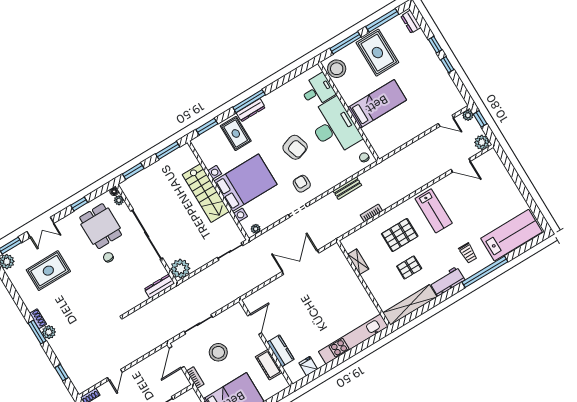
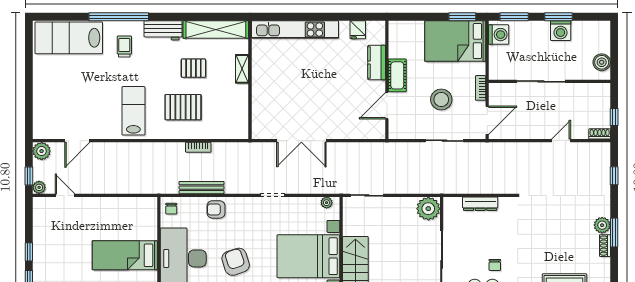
door: (461, 165) -> (77, 141), swing flipped
armchair: (302, 184) -> (216, 209), moved, turned 90
bench: (347, 188) -> (202, 188), width x1.36
shelving: (358, 262) -> (242, 69), moved
dresser: (159, 286) -> (480, 204), moved
cot: (269, 365) -> (397, 75), moved

